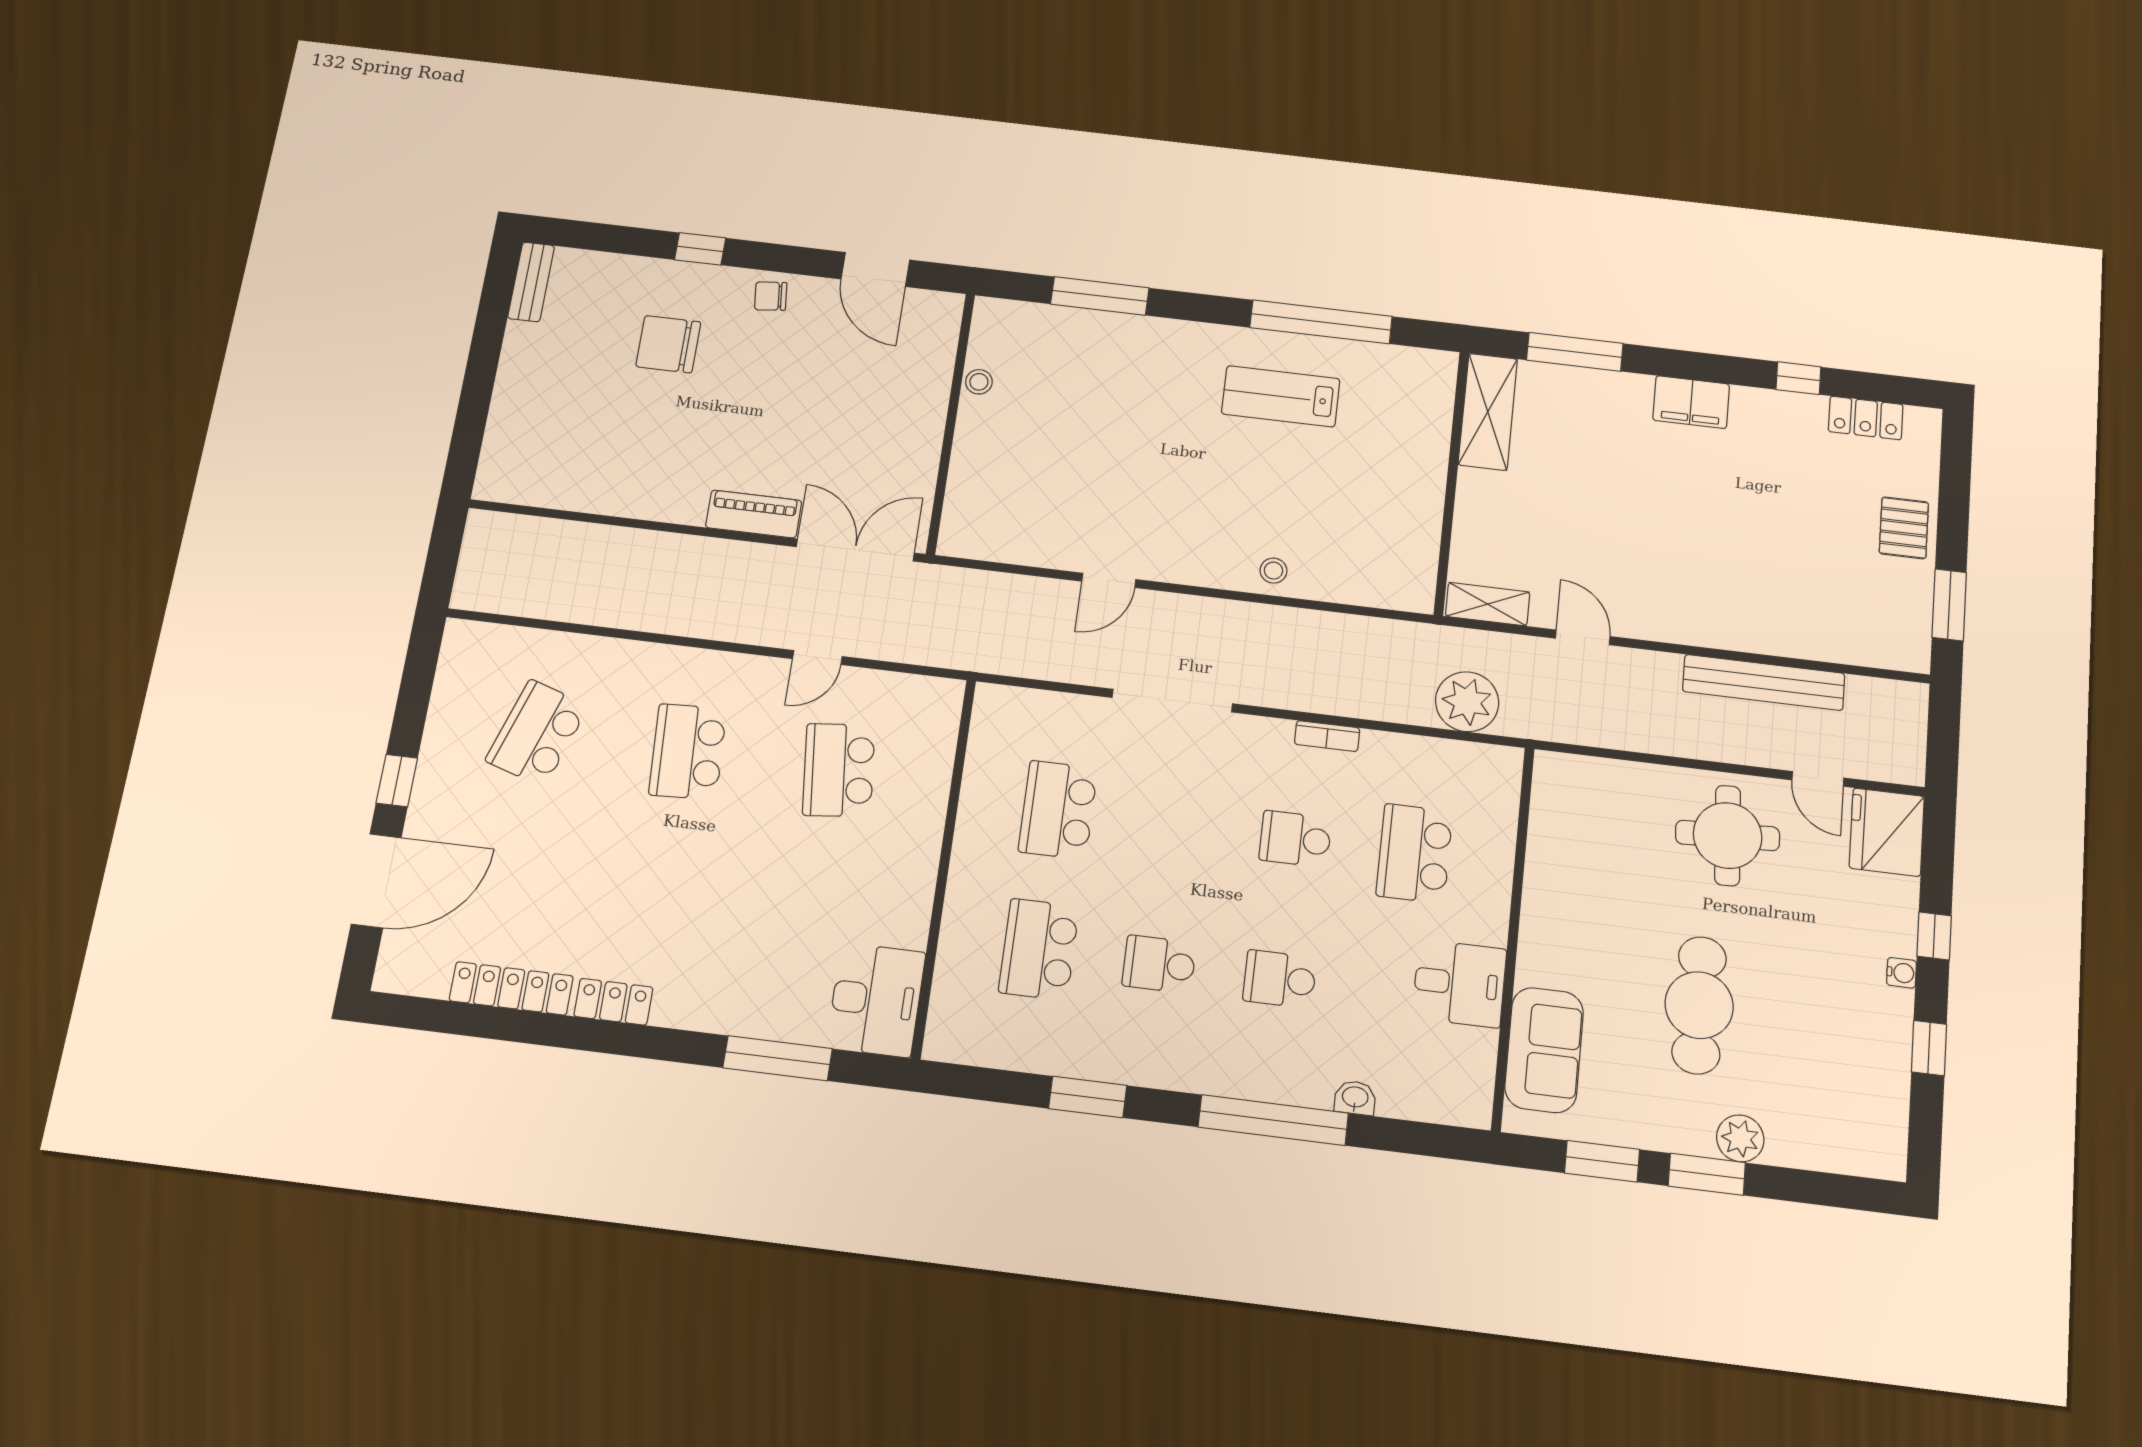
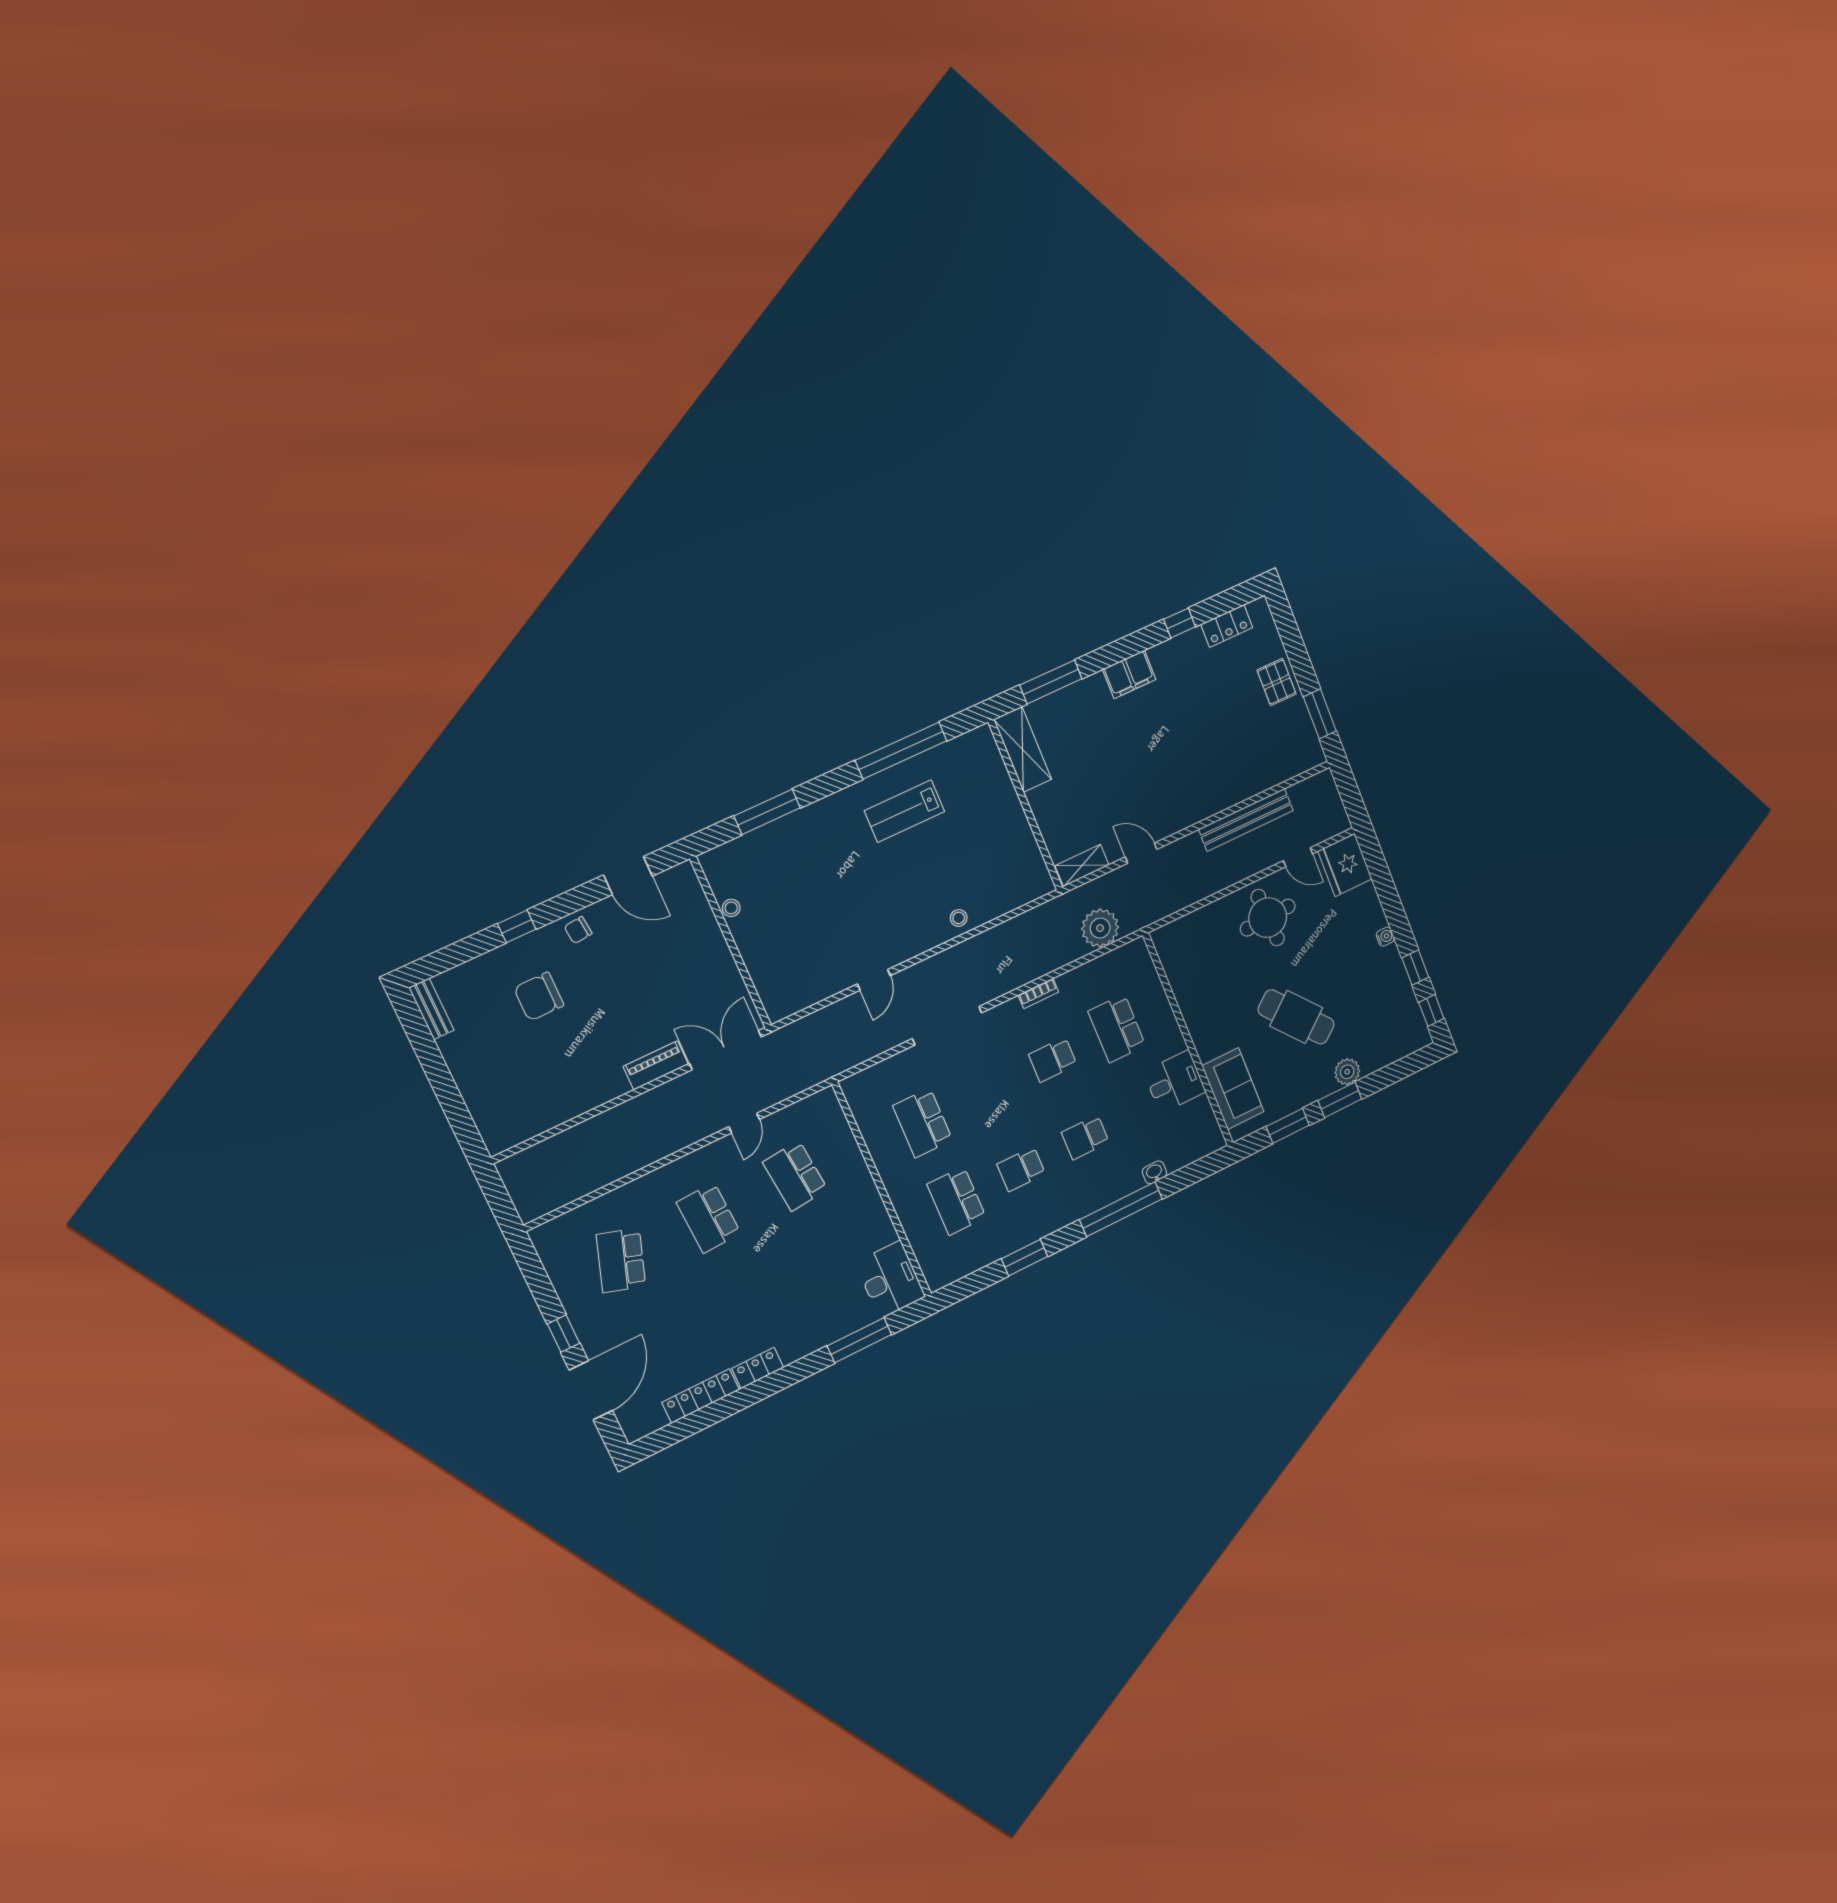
window: (1934, 936) -> (1431, 1010), moved
cafe table: (1699, 1005) -> (1296, 1017), turned -40

